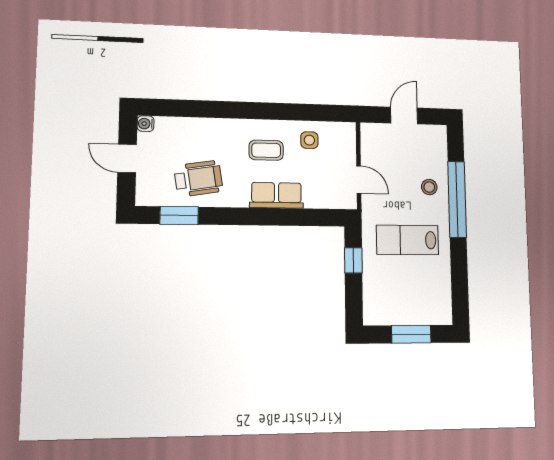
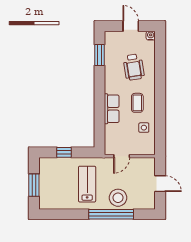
door: (127, 158) -> (131, 26), hinge flipped
wheelchair: (198, 179) -> (134, 67), moved
stool: (429, 187) -> (118, 198), width x1.89, depth x1.89
window: (353, 260) -> (64, 152), moved

